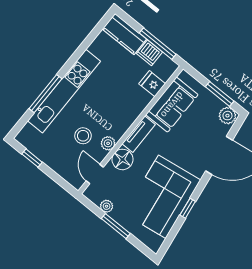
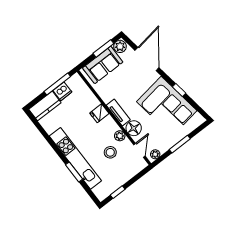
fridge: (152, 84) -> (99, 113), moved
window: (45, 94) -> (74, 172), width x0.69
sofa: (172, 105) -> (103, 65), moved, turned 90
door: (95, 174) -> (139, 150), swing flipped
plant: (107, 206) -> (155, 154), moved

